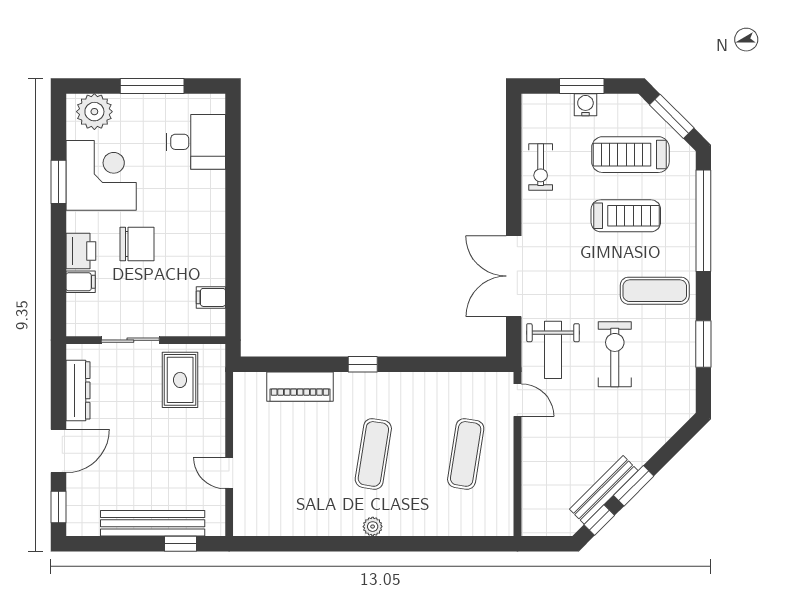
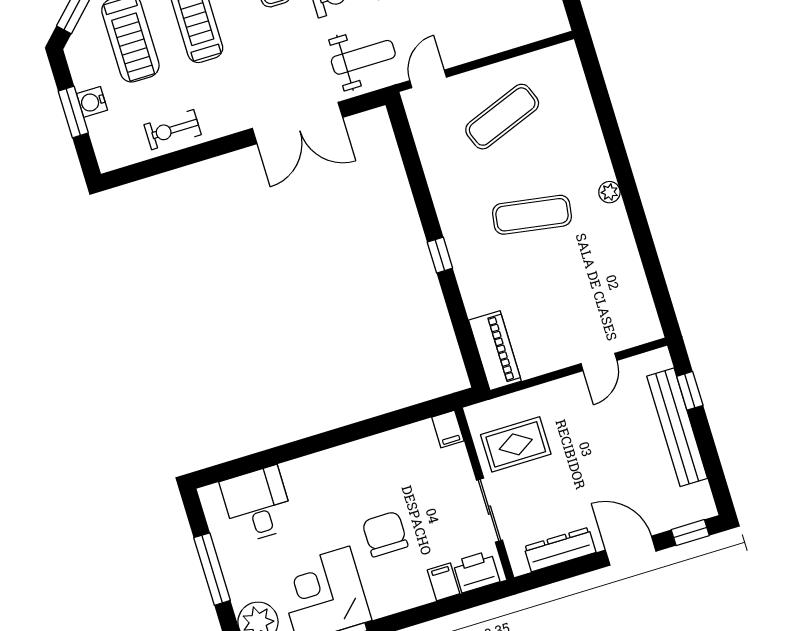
exercise bike: (541, 167) -> (173, 130), turned 180
printer: (81, 251) -> (476, 572), moved
filing cabinet: (211, 297) -> (448, 429), moved
piano: (300, 387) -> (495, 351), moved
exercise mat: (466, 454) -> (502, 117), turned -30

